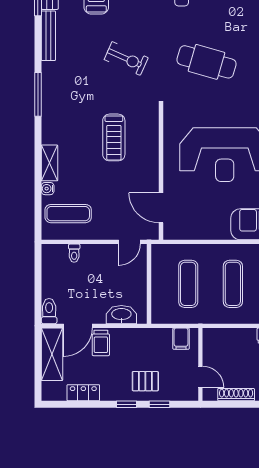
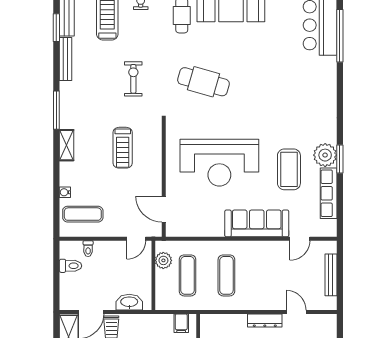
exercise bike: (126, 59) -> (133, 79), turned -114
shelving: (50, 163) -> (67, 145), moved
plant: (161, 267) -> (163, 260), added
toilet: (49, 311) -> (71, 266), moved, turned 90

